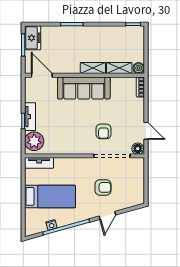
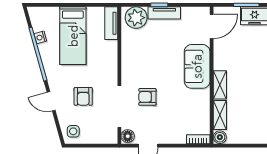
sofa: (84, 88) -> (197, 66), width x0.73
side table: (134, 196) -> (73, 131), added

